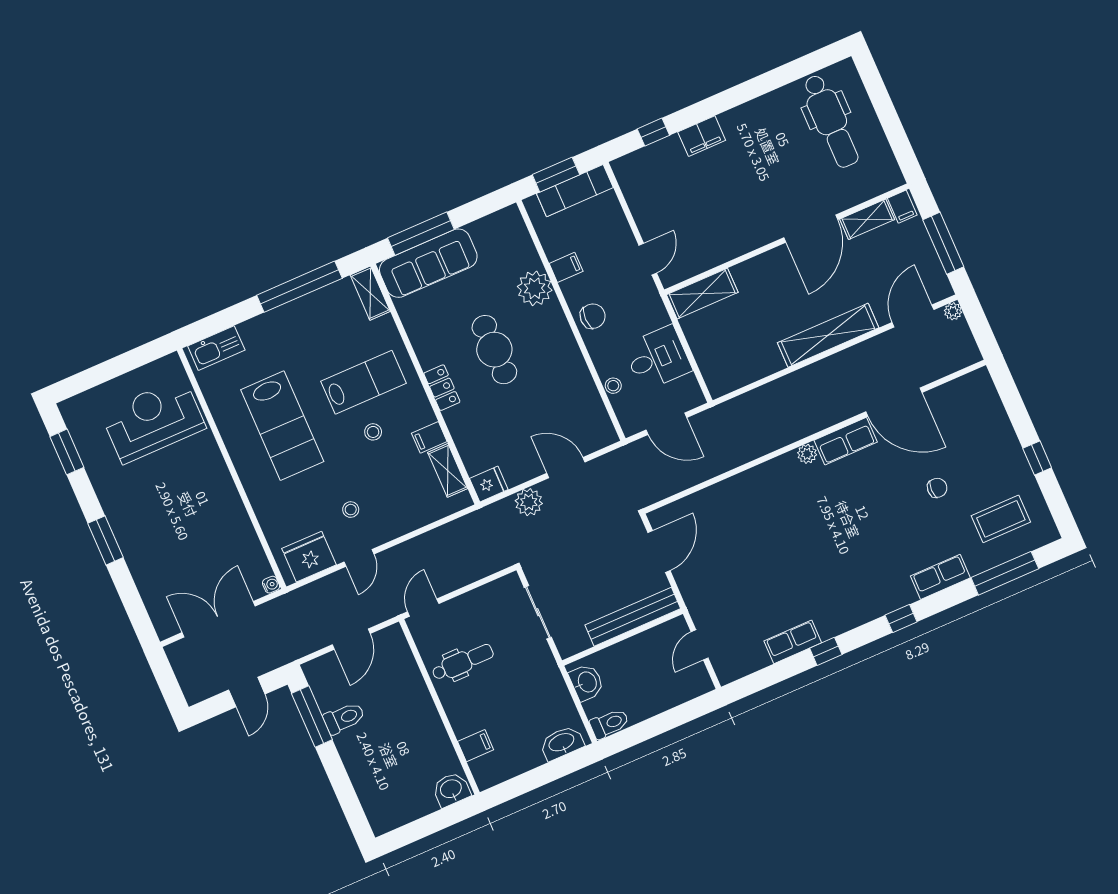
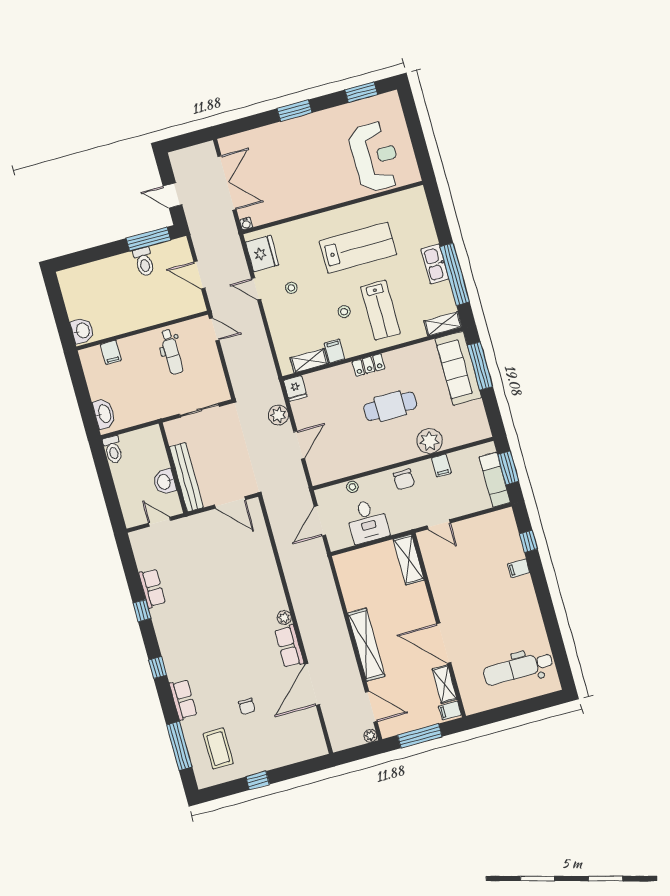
filing cabinet: (702, 136) -> (519, 568), width x0.50
kitchen sink: (216, 348) -> (435, 264), moved
lab bench: (282, 426) -> (358, 248), turned 180
washbasin: (587, 682) -> (164, 482), moved, turned 90

